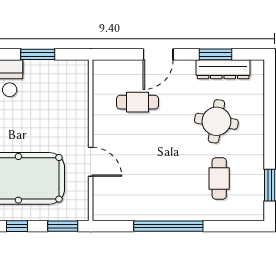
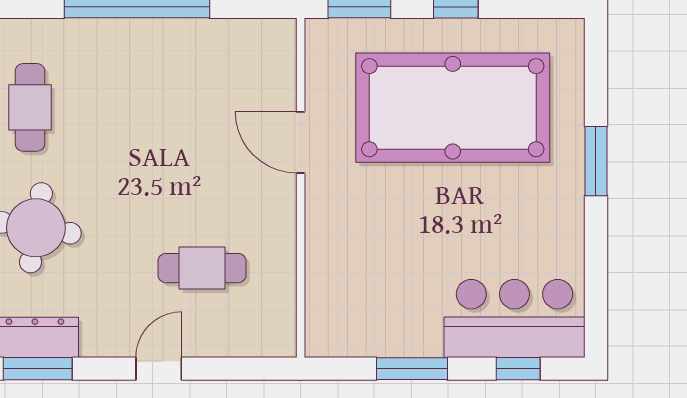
door: (158, 54) -> (159, 369), width x0.73

